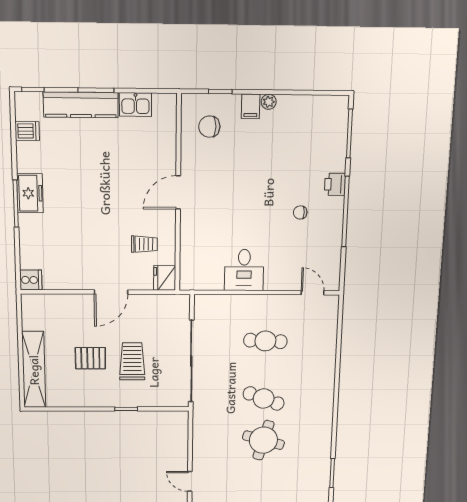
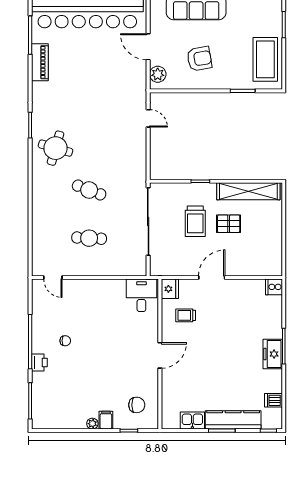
desk: (244, 270) -> (141, 295), moved
shelving: (34, 370) -> (248, 191), moved, turned 90
round table: (263, 440) -> (55, 148), moved

